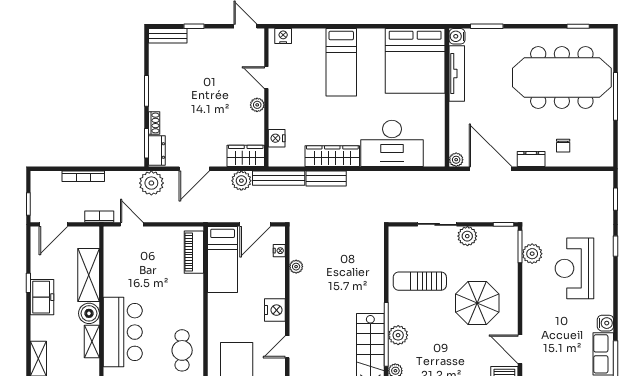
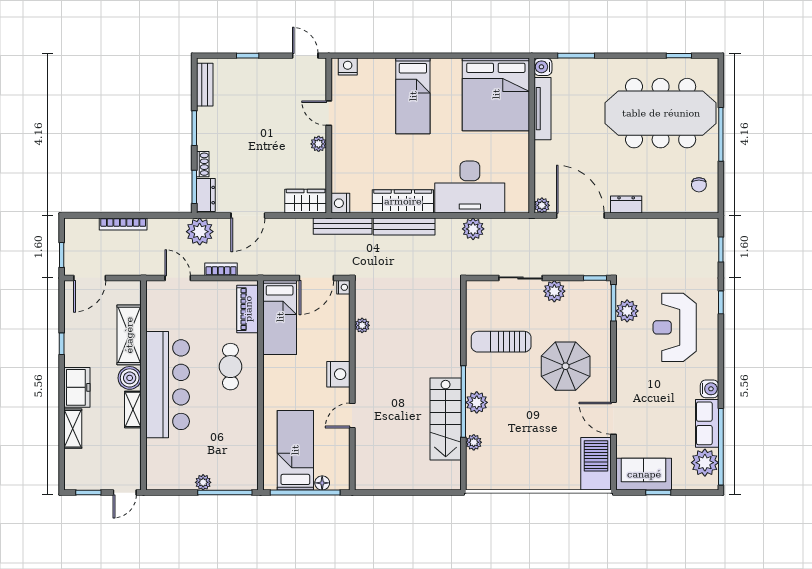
bench: (168, 36) -> (205, 85), moved, turned 90
nightstand: (277, 138) -> (340, 203), moved
chair: (563, 146) -> (699, 185), moved
bench: (326, 179) -> (404, 227), width x1.36
plant: (241, 181) -> (473, 229), moved
bookcase: (99, 217) -> (221, 269), moved
nightstand: (279, 251) -> (343, 287), moved
freezer: (42, 297) -> (77, 387), moved
bar counter: (123, 332) -> (168, 385), width x1.36
cafe table: (182, 350) -> (230, 367), moved

